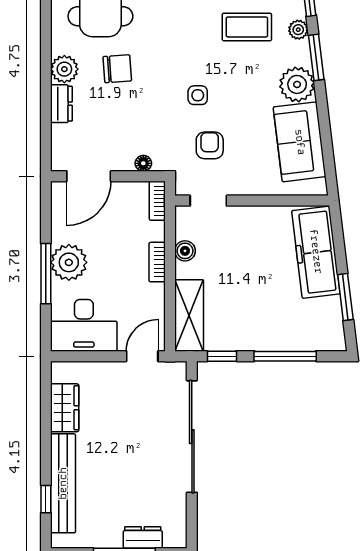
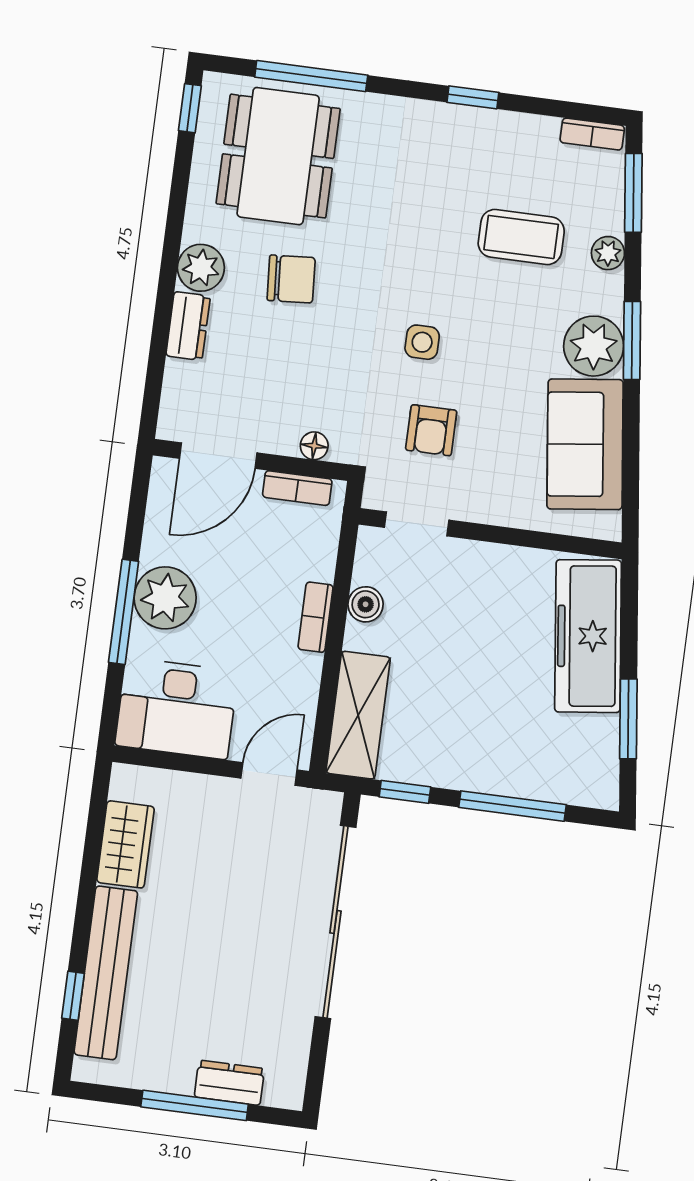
window: (316, 57) -> (632, 340), moved
armchair: (210, 145) -> (431, 430), turned 180
bookcase: (157, 201) -> (297, 488), moved, turned -90

